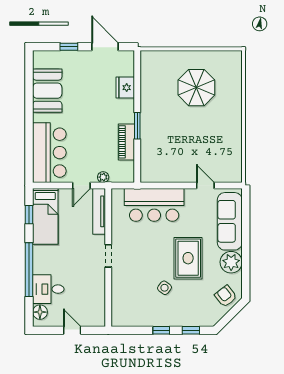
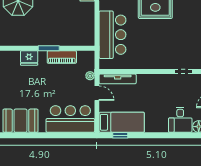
fridge: (125, 88) -> (29, 58), moved
doorway: (108, 256) -> (183, 72), moved
window: (29, 270) -> (165, 135), removed
side table: (165, 288) -> (179, 26), removed

